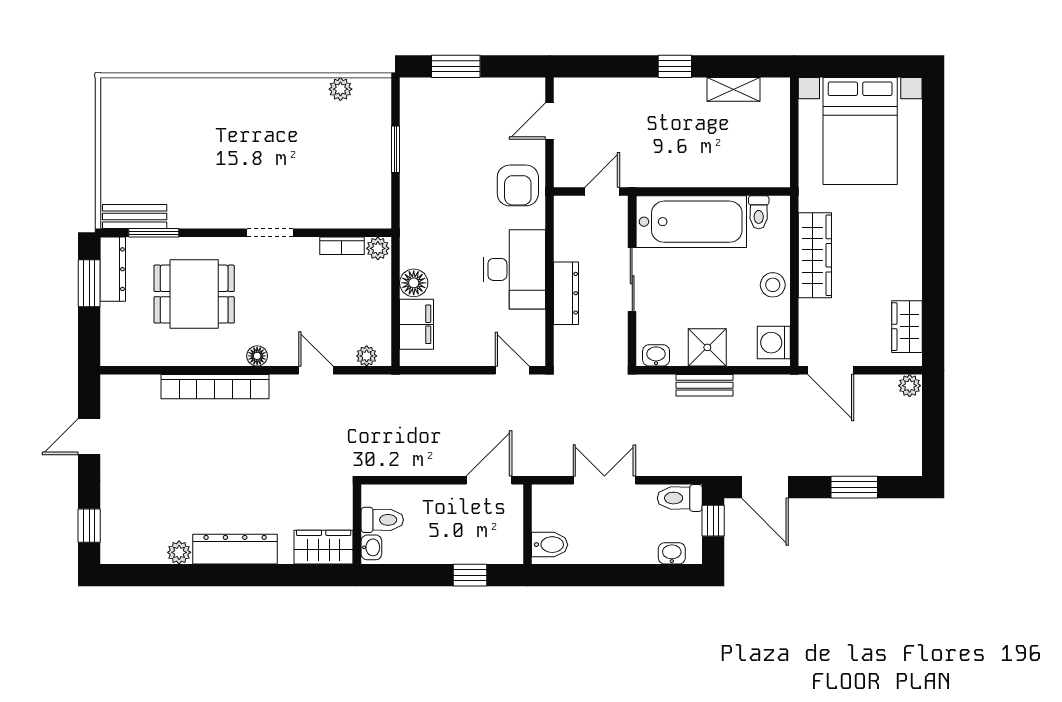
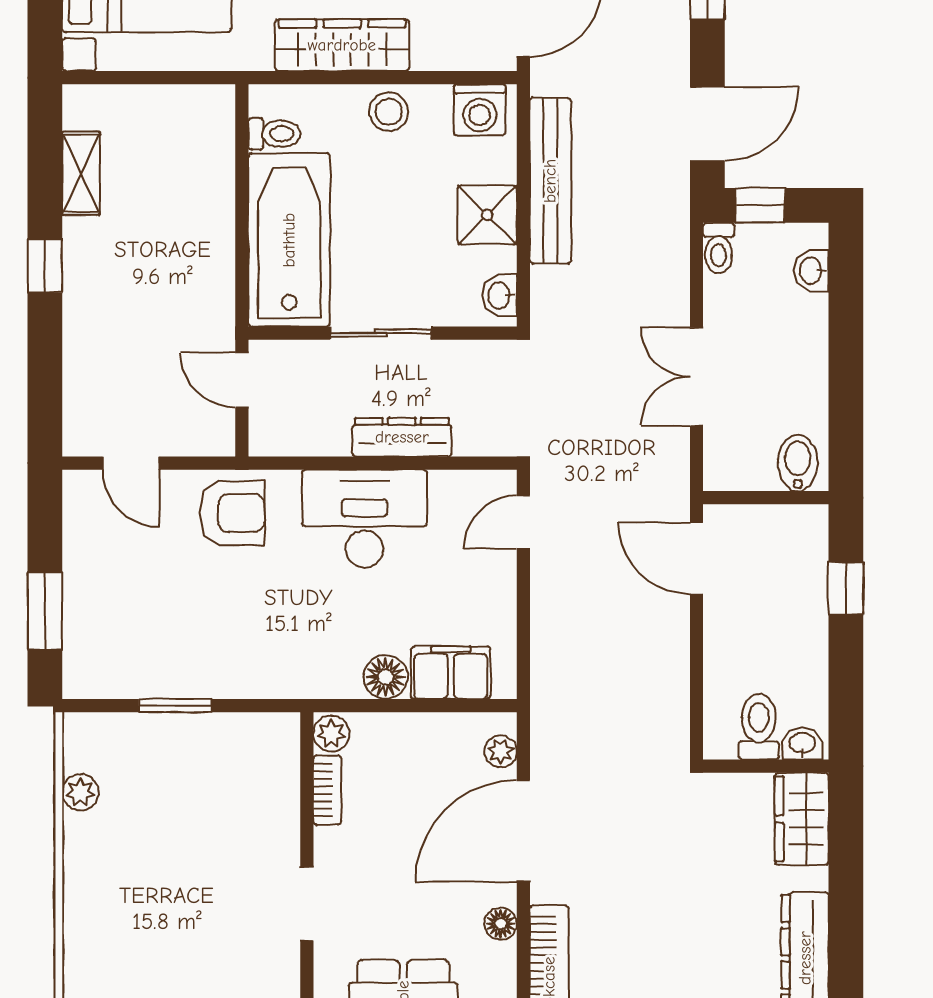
door: (316, 370) -> (523, 831), width x1.88
bench: (705, 385) -> (550, 181), width x1.86, depth x1.21
toilet: (680, 498) -> (719, 248), width x0.73, depth x0.72

